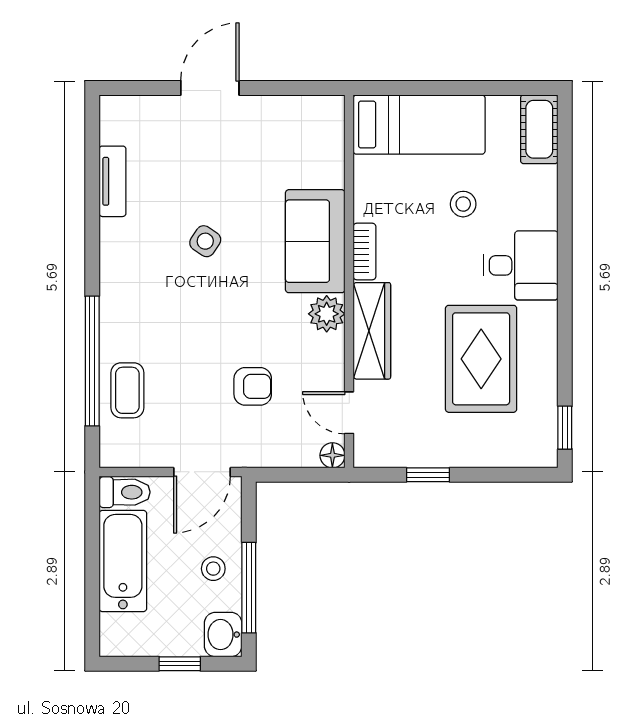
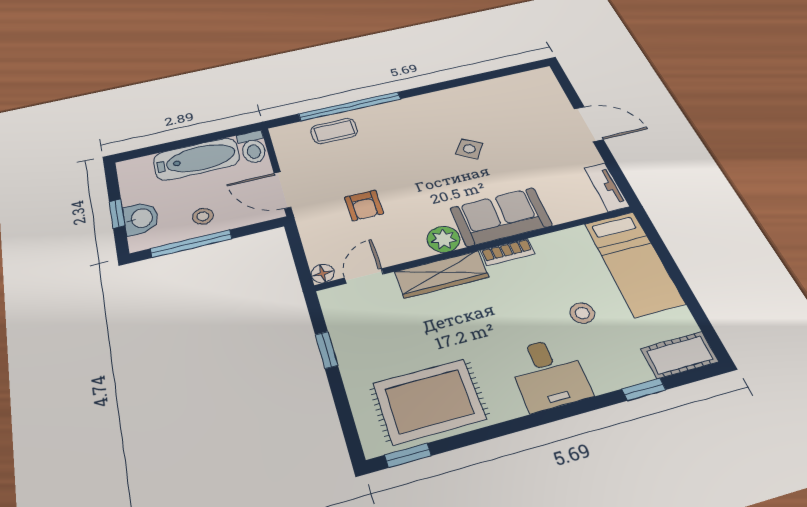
tv unit: (112, 181) -> (607, 187), moved, turned 90
window: (565, 181) -> (644, 389), added
rug: (481, 359) -> (429, 401), moved
washbasin: (223, 635) -> (141, 218), moved, turned 90

